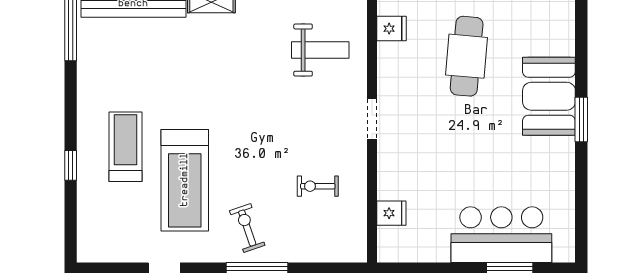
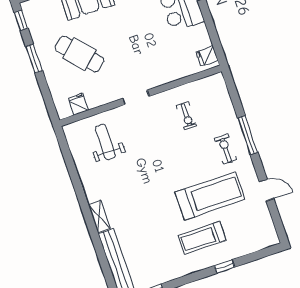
cafe table: (467, 56) -> (79, 54), turned 43
fridge: (391, 213) -> (207, 56), moved, turned -90
exercise bike: (247, 228) -> (226, 149), turned 109

